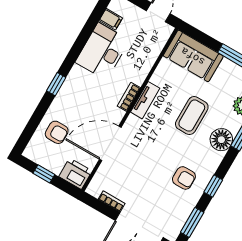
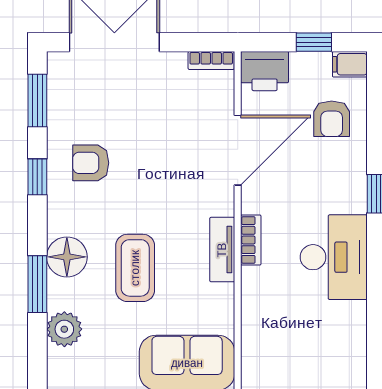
filing cabinet: (111, 19) -> (350, 64), moved
desk: (102, 51) -> (334, 257), moved
armchair: (57, 132) -> (332, 119), turned -90
bookcase: (112, 201) -> (211, 60), moved

